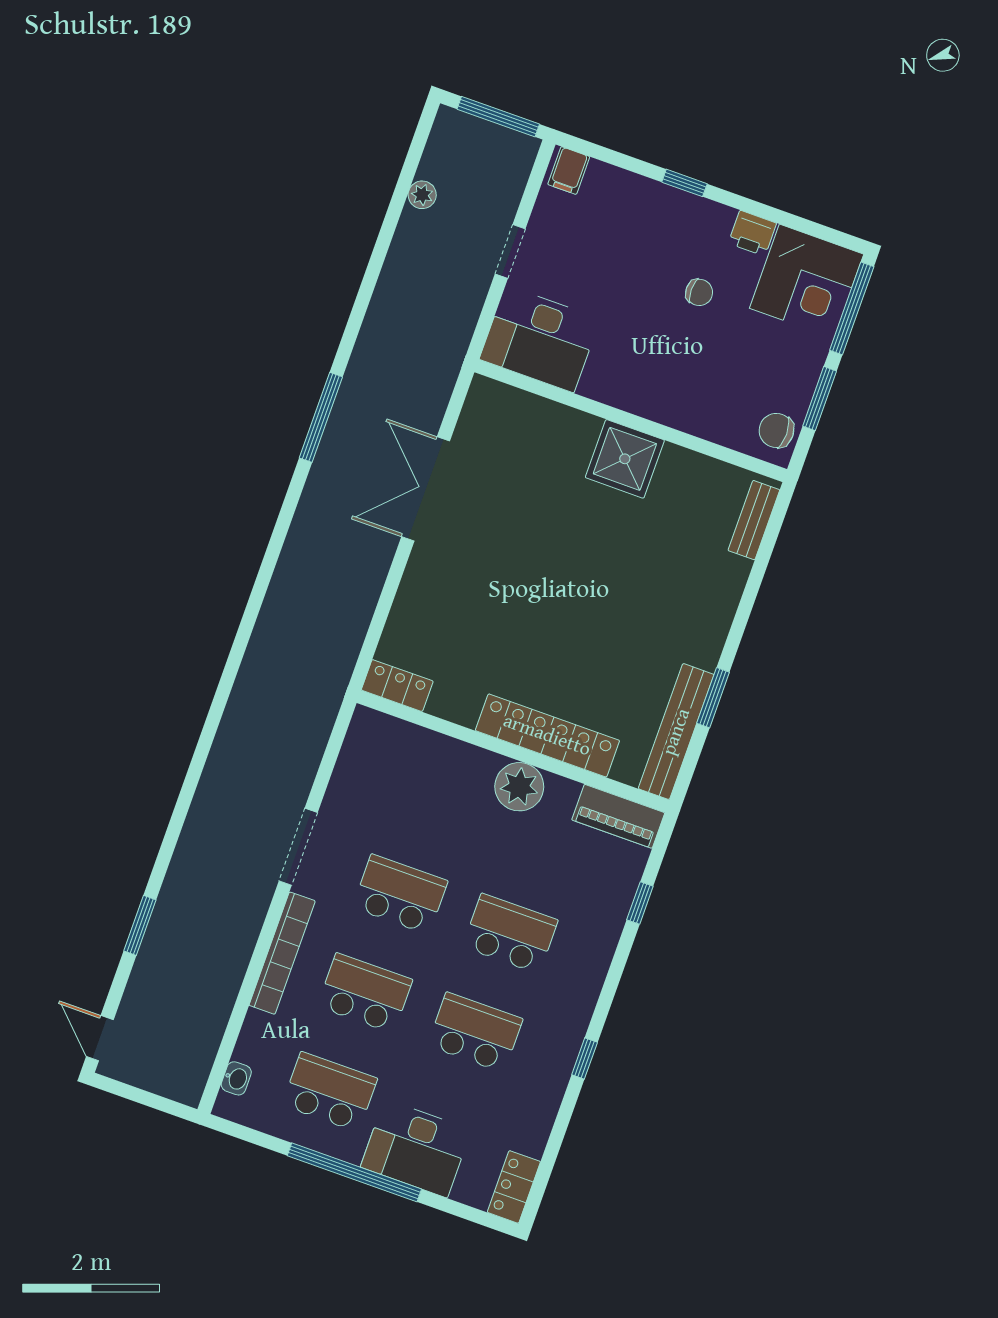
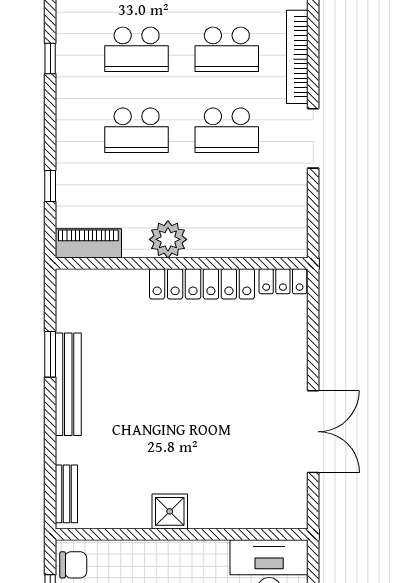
shower: (625, 459) -> (170, 511), width x0.73, depth x0.73
bench: (676, 732) -> (68, 384), moved
locker: (547, 735) -> (202, 284), moved

